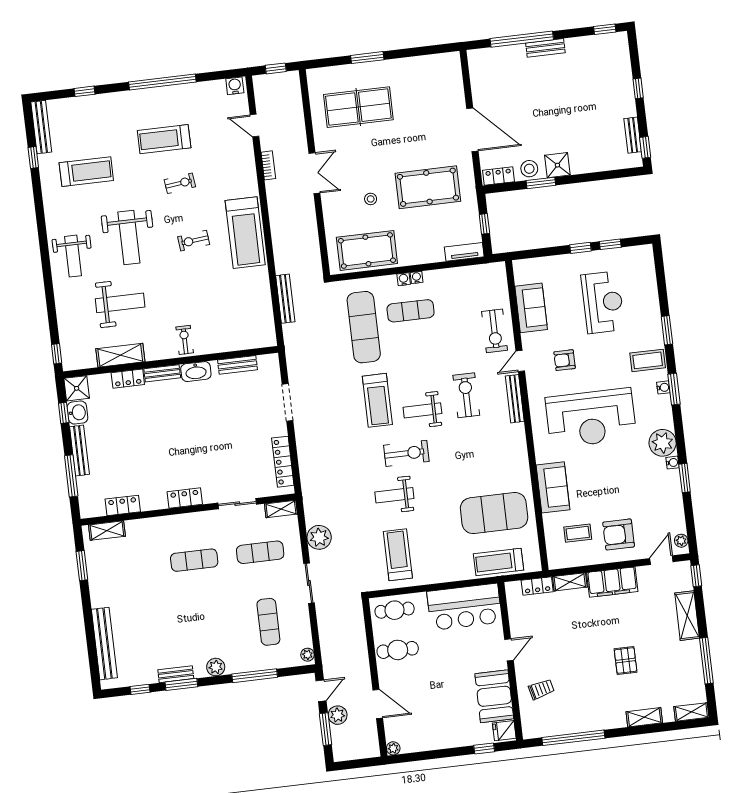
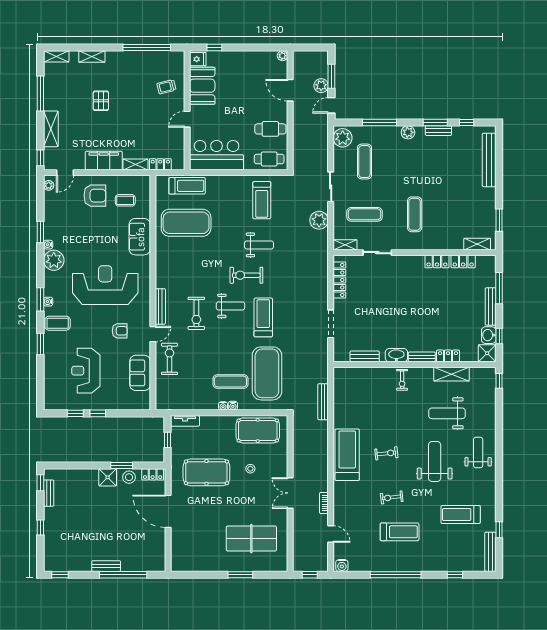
exercise mat: (364, 327) -> (267, 373), width x1.47
locker: (185, 498) -> (437, 262), moved
exercise mat: (194, 560) -> (415, 214), turned 90
plant: (307, 655) -> (343, 138), width x1.88, depth x1.88

